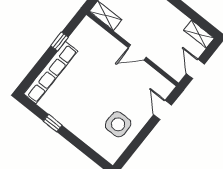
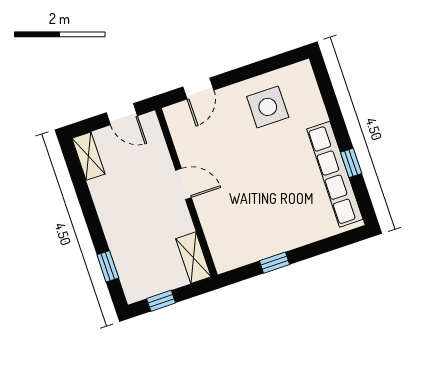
door: (195, 69) -> (122, 114), hinge flipped
row of seats: (51, 73) -> (335, 174), moved, turned -90

